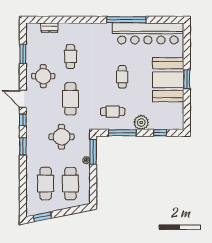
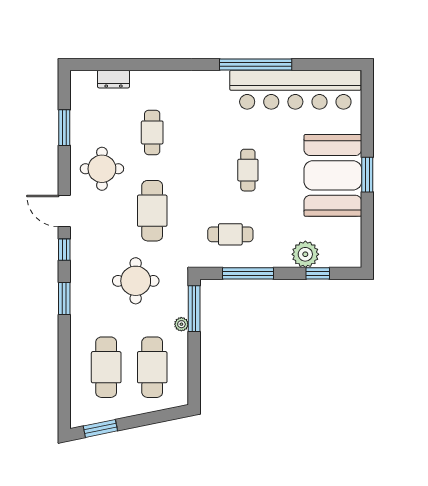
plant: (141, 122) -> (305, 254), moved

